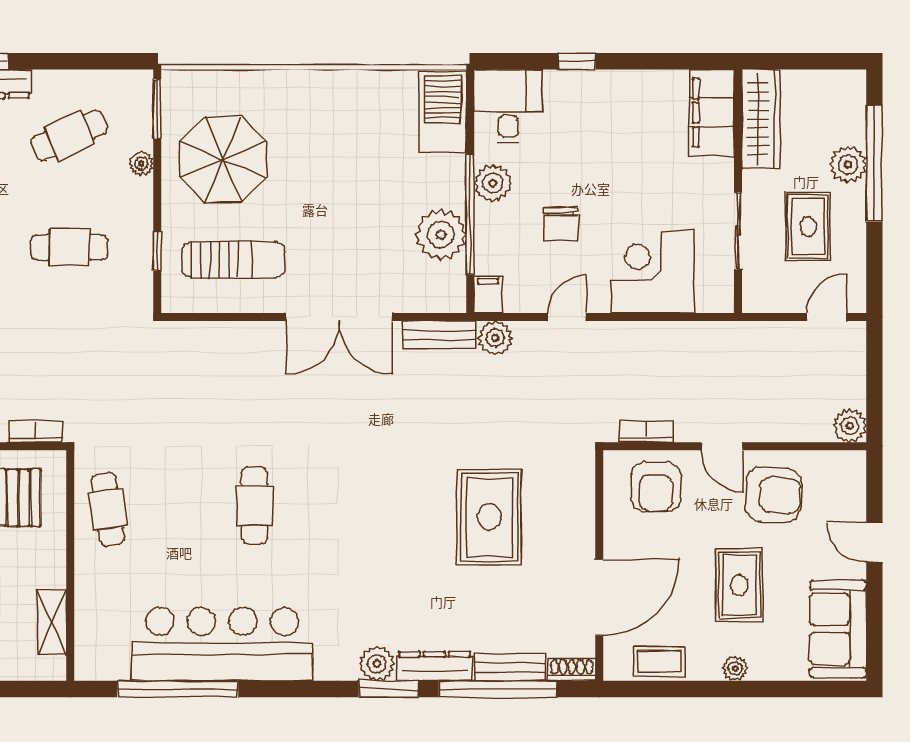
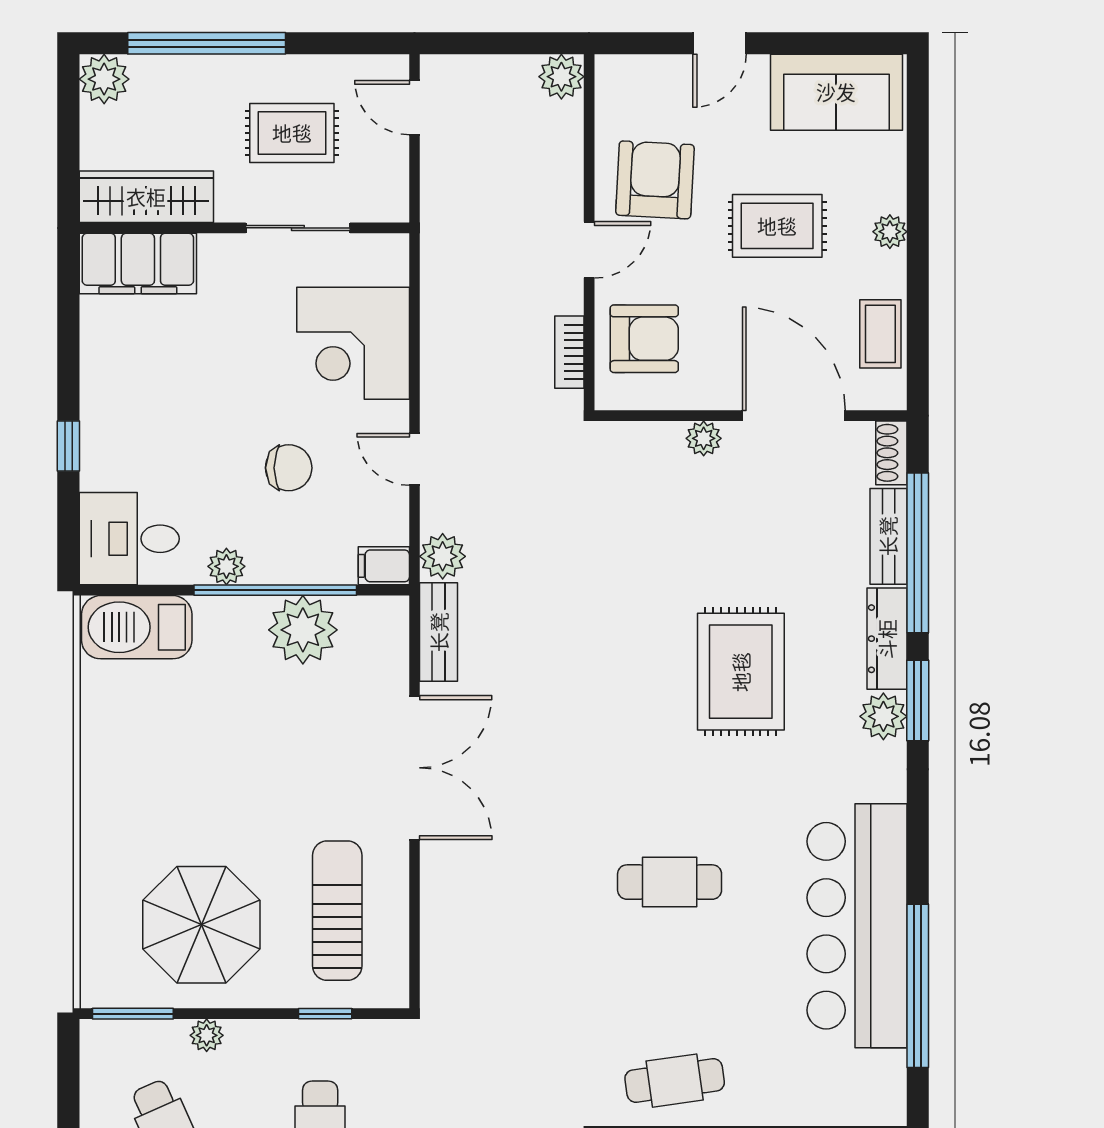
plant: (848, 165) -> (104, 79), moved
plant: (493, 183) -> (226, 566), width x0.73, depth x0.73
rug: (489, 517) -> (741, 672), moved, turned 90
plant: (582, 531) -> (704, 438), added

